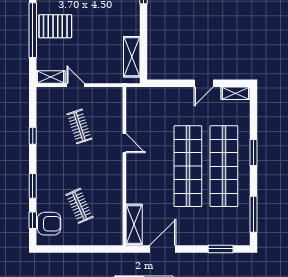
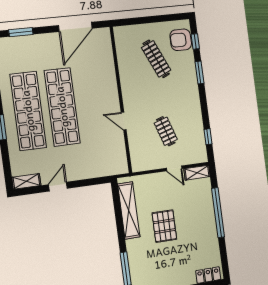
pallet: (55, 26) -> (164, 226), moved, turned 90
shelving: (132, 57) -> (129, 210), width x1.47
window: (33, 136) -> (208, 137), moved
clothes rail: (79, 206) -> (156, 59), width x1.36
shelving: (134, 224) -> (105, 47), removed
door: (163, 249) -> (75, 27), width x1.36

